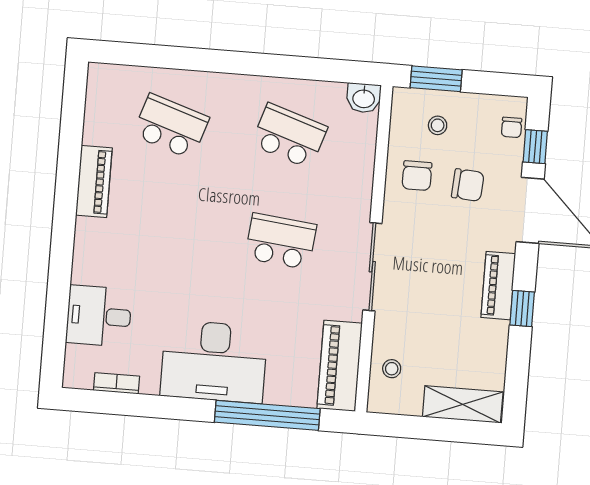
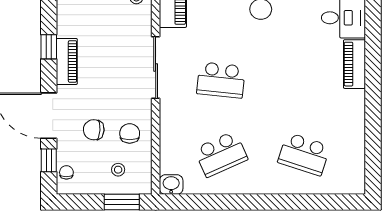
school desk: (289, 136) -> (221, 154), turned -42
piano: (94, 181) -> (354, 64), moved

